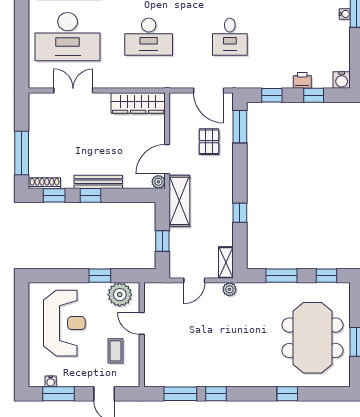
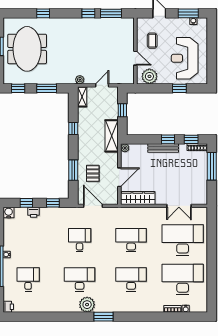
window: (240, 127) -> (73, 170), moved
door: (167, 159) -> (119, 177), moved
window: (100, 276) -> (179, 88), moved

